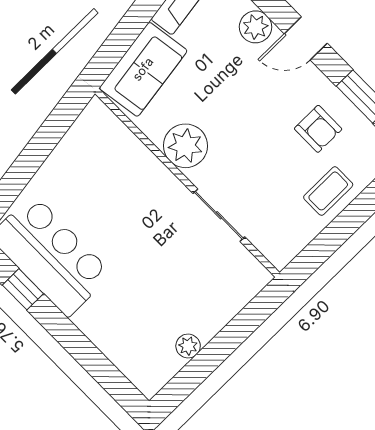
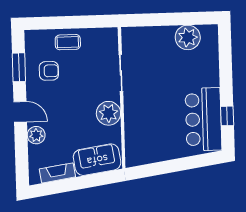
armchair: (318, 129) -> (49, 71), turned 90
plant: (188, 346) -> (188, 37), width x1.88, depth x1.88

